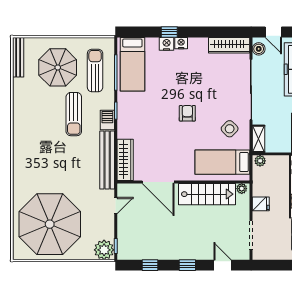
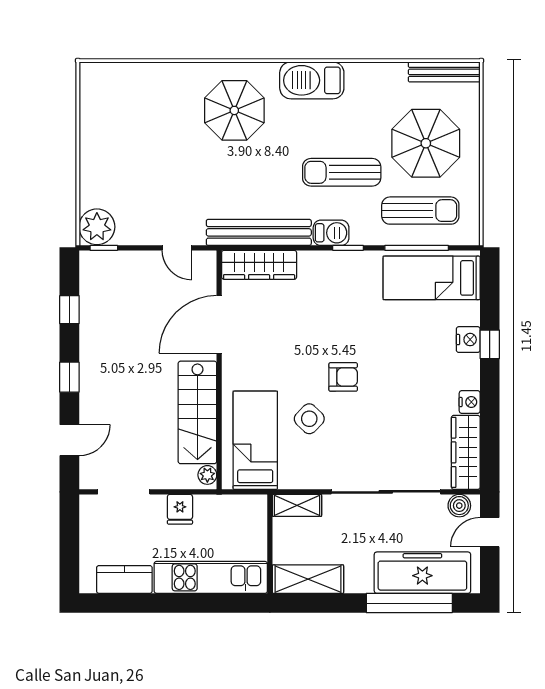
nightstand: (181, 43) -> (470, 402), moved
side table: (230, 129) -> (309, 419), moved
barbecue: (23, 131) -> (312, 80), added
plant: (260, 161) -> (258, 508), removed
parasol: (50, 224) -> (234, 110), moved, width x0.54, depth x0.54

